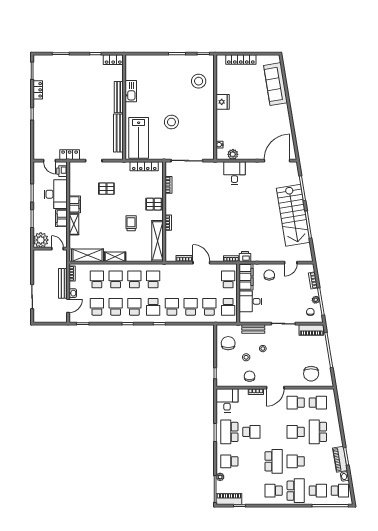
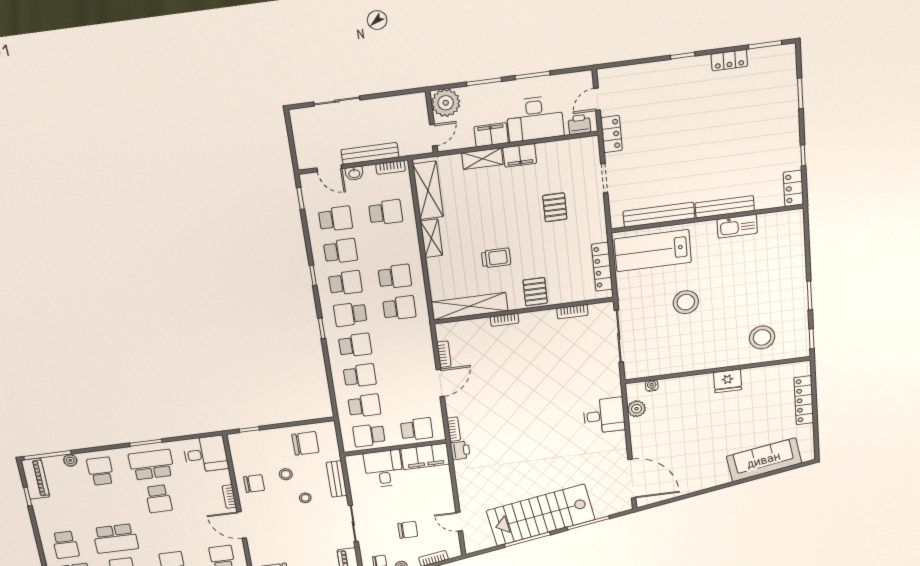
chair: (269, 275) -> (408, 530), moved
school desk: (116, 279) -> (390, 245), removed
school desk: (274, 491) -> (65, 545), turned 180

